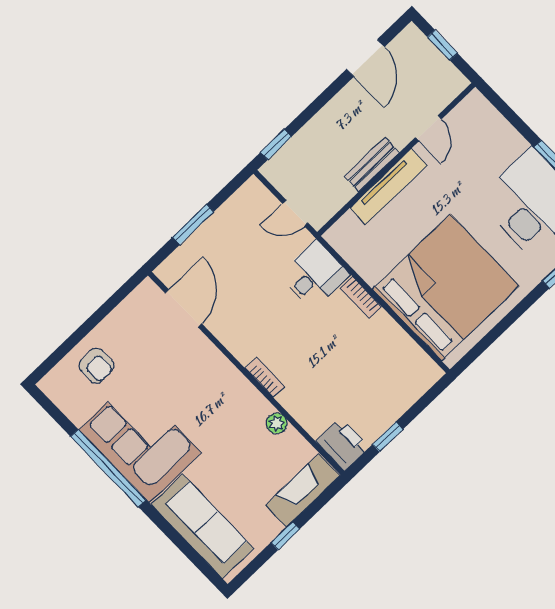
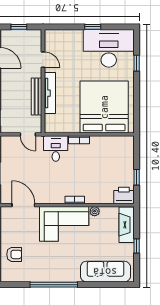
bench: (372, 164) -> (37, 96), width x1.36
door: (295, 213) -> (28, 134), hinge flipped
corner sofa: (140, 441) -> (64, 224), moved, turned 180

